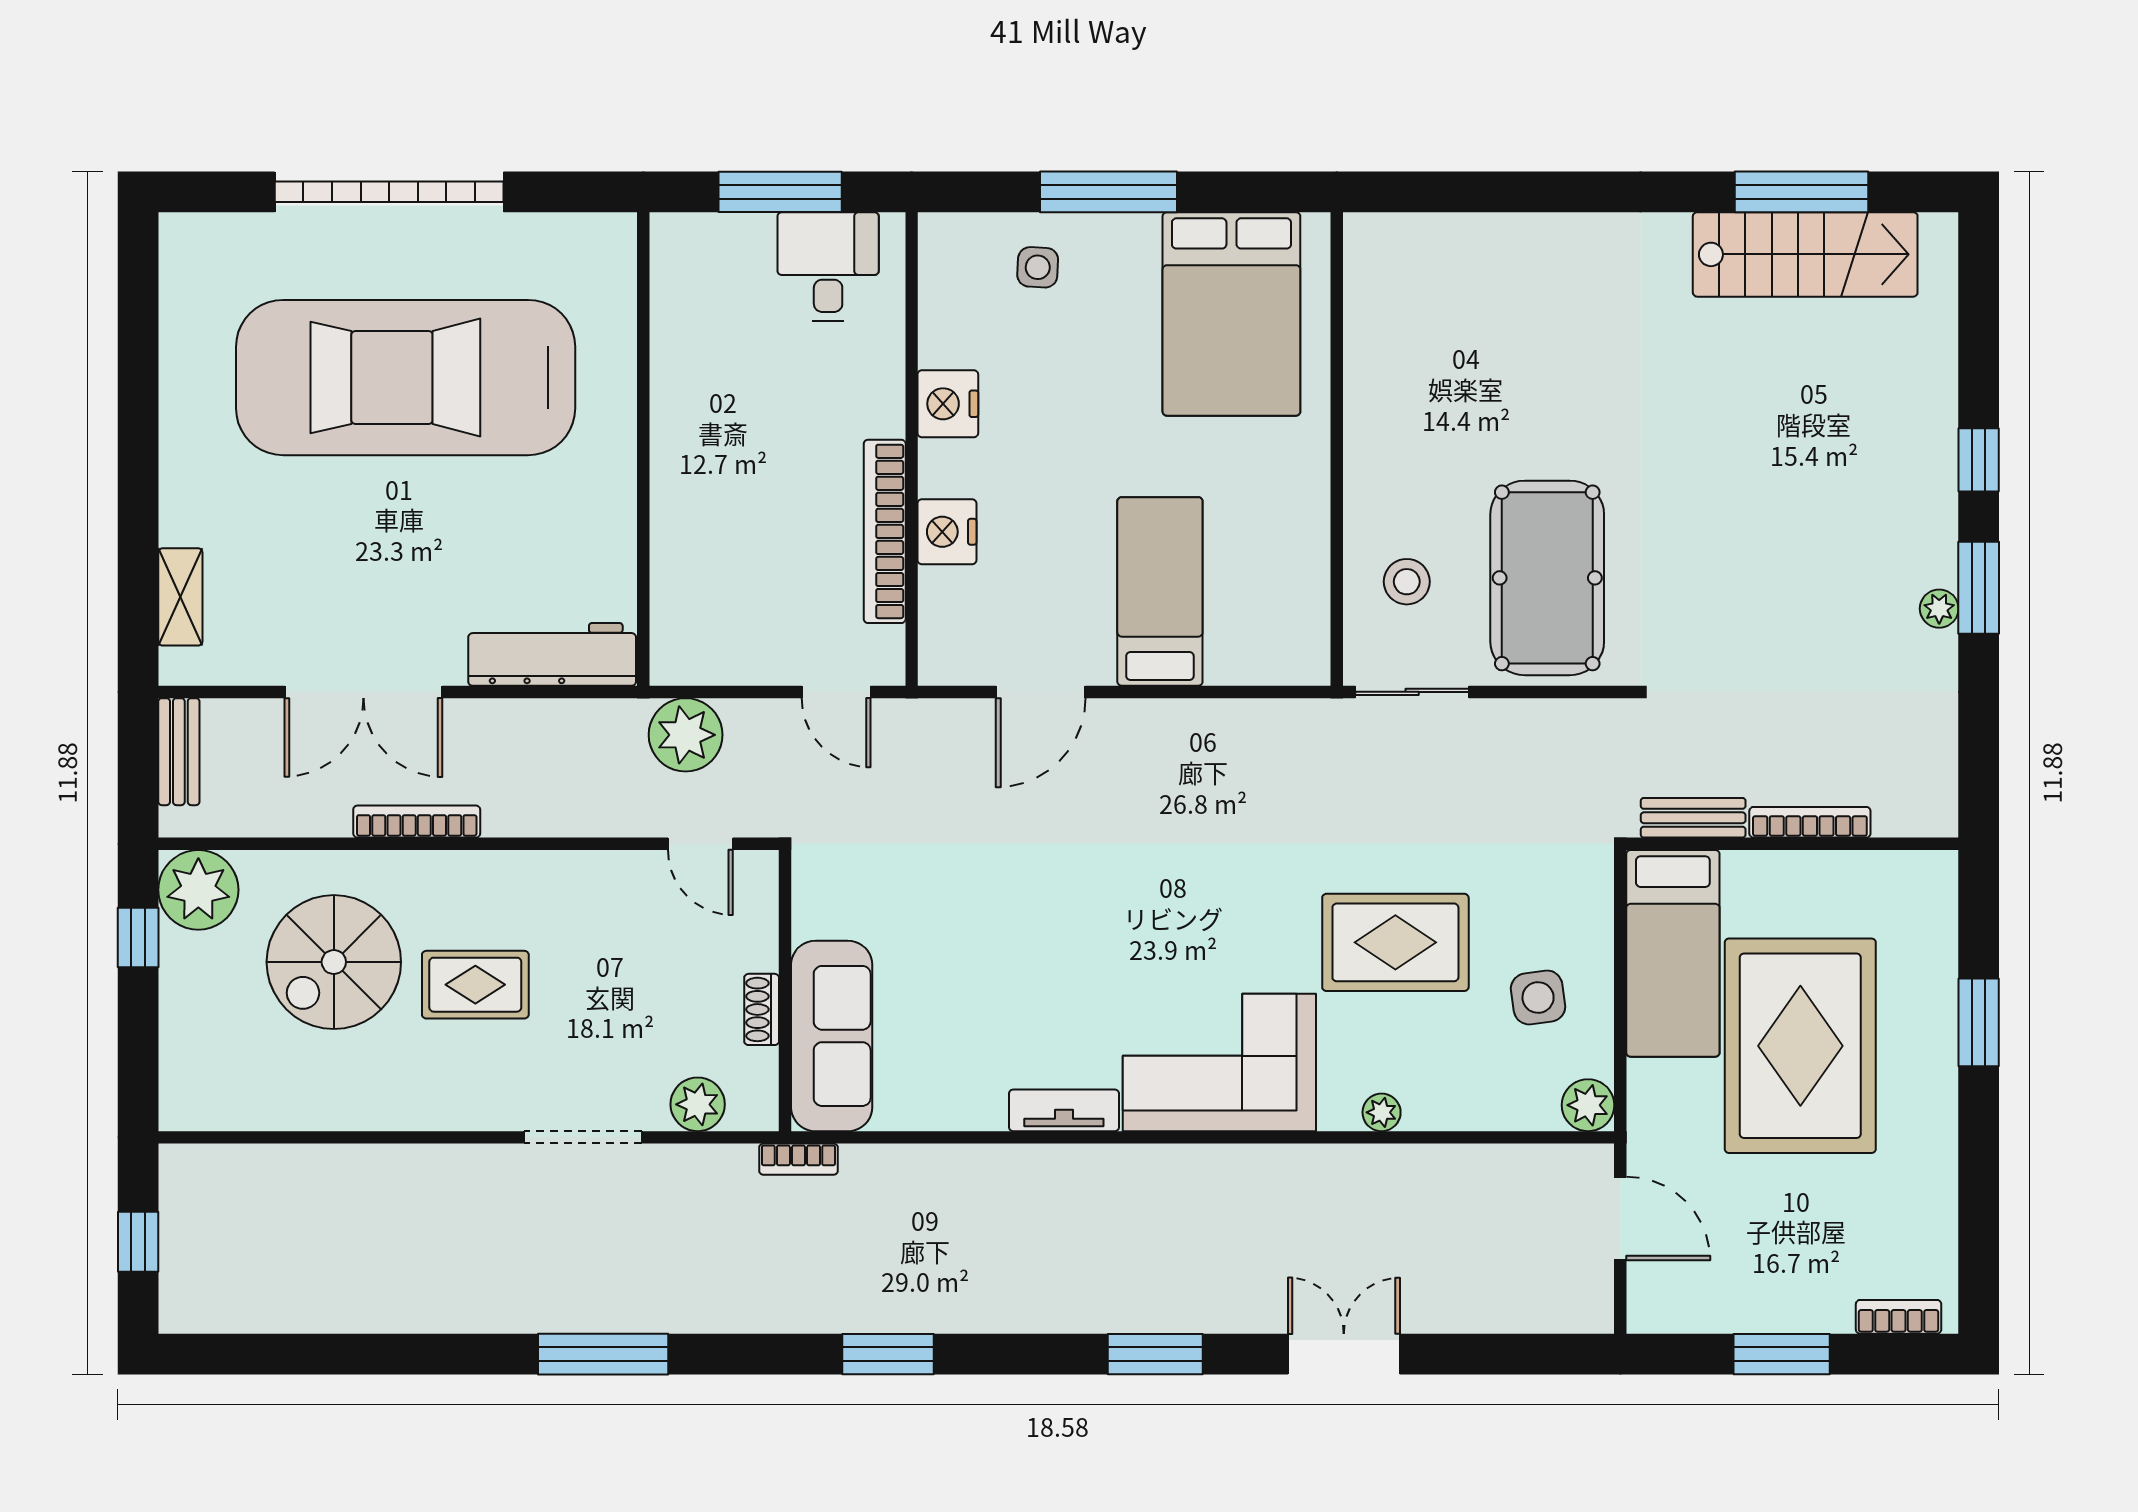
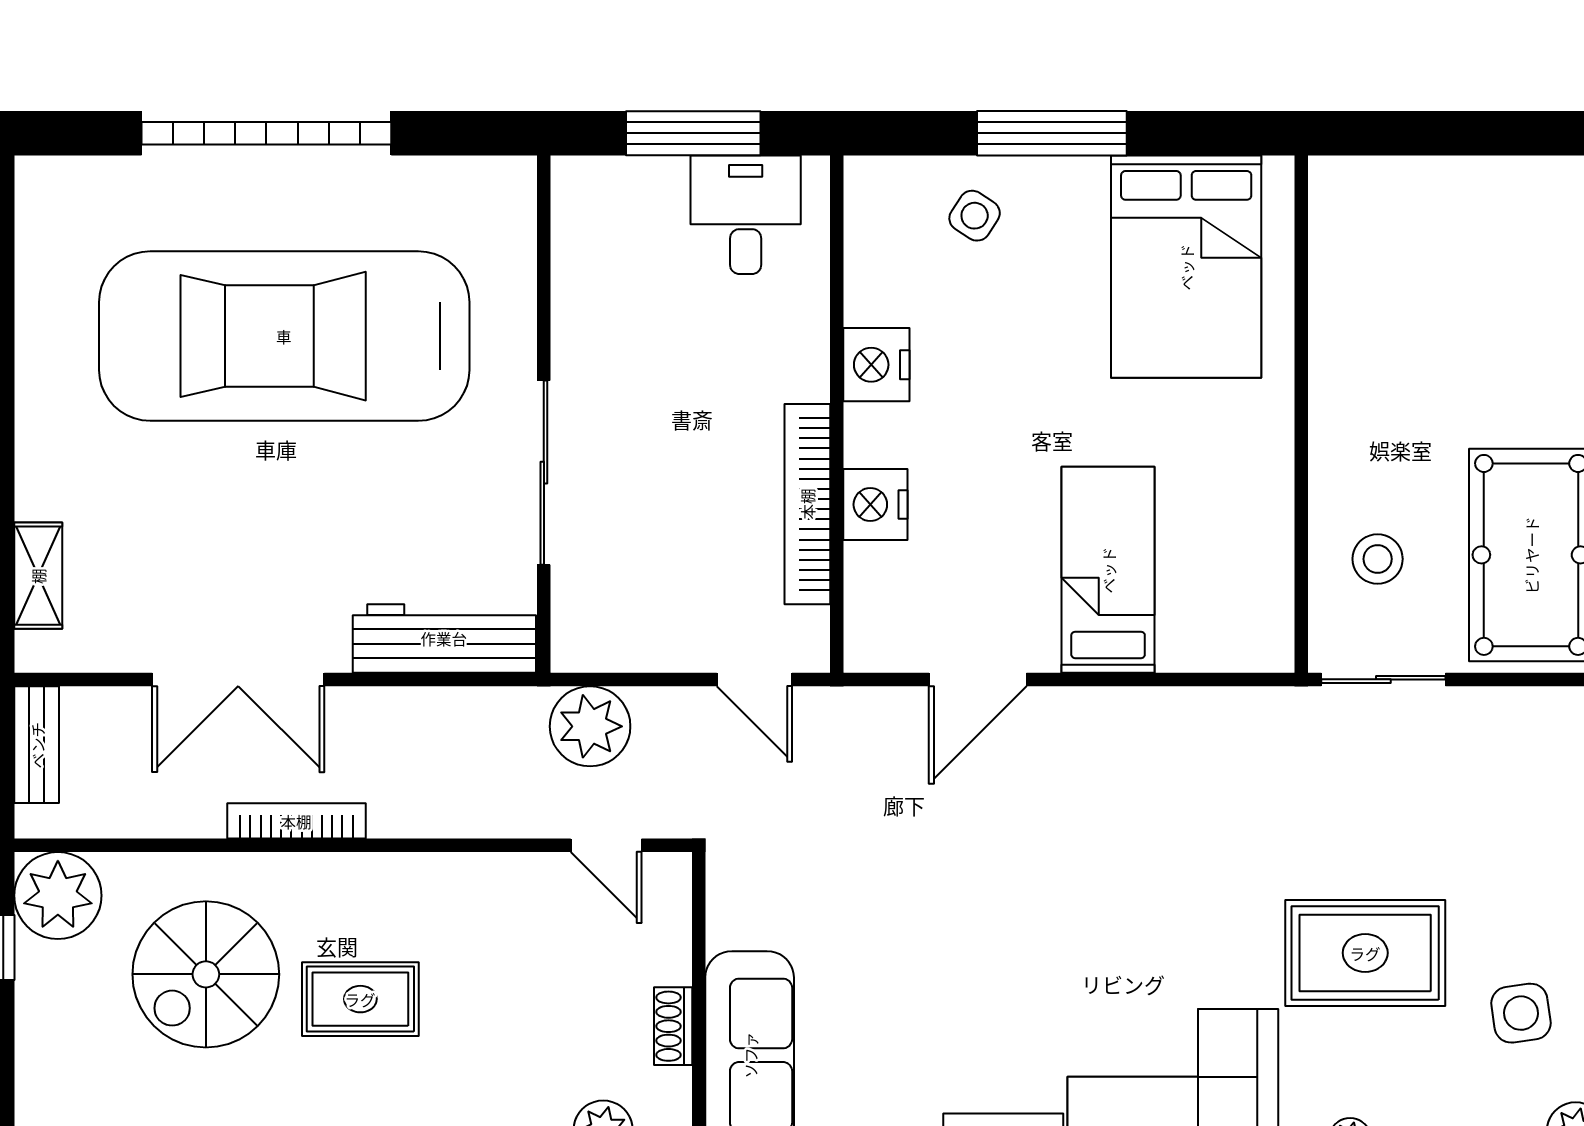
side table: (1038, 267) -> (975, 216), turned 30
sliding door: (643, 503) -> (544, 473), added

